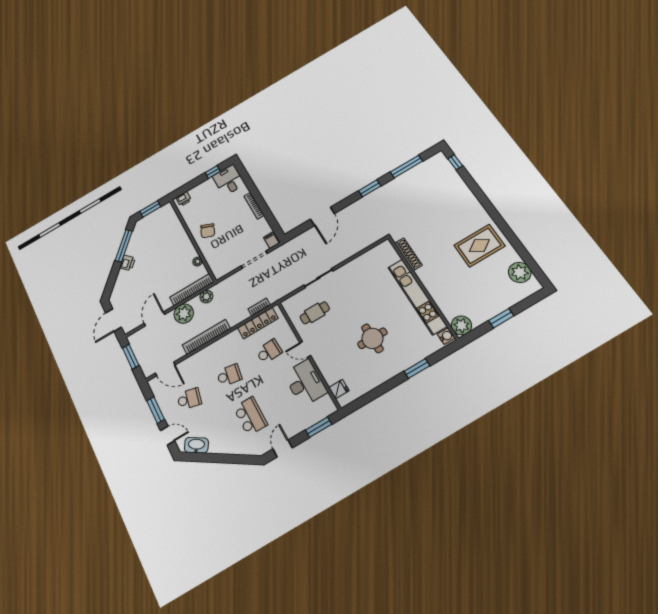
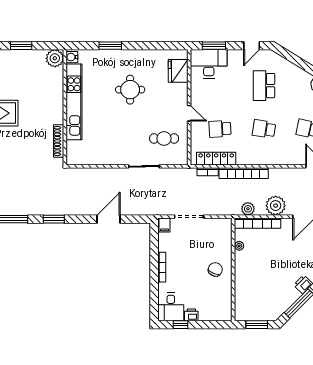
printer: (184, 199) -> (191, 315), moved
bookcase: (206, 337) -> (244, 173), moved
desk: (305, 383) -> (209, 64), moved, turned 90
fridge: (339, 389) -> (178, 71), width x1.88, depth x1.34

